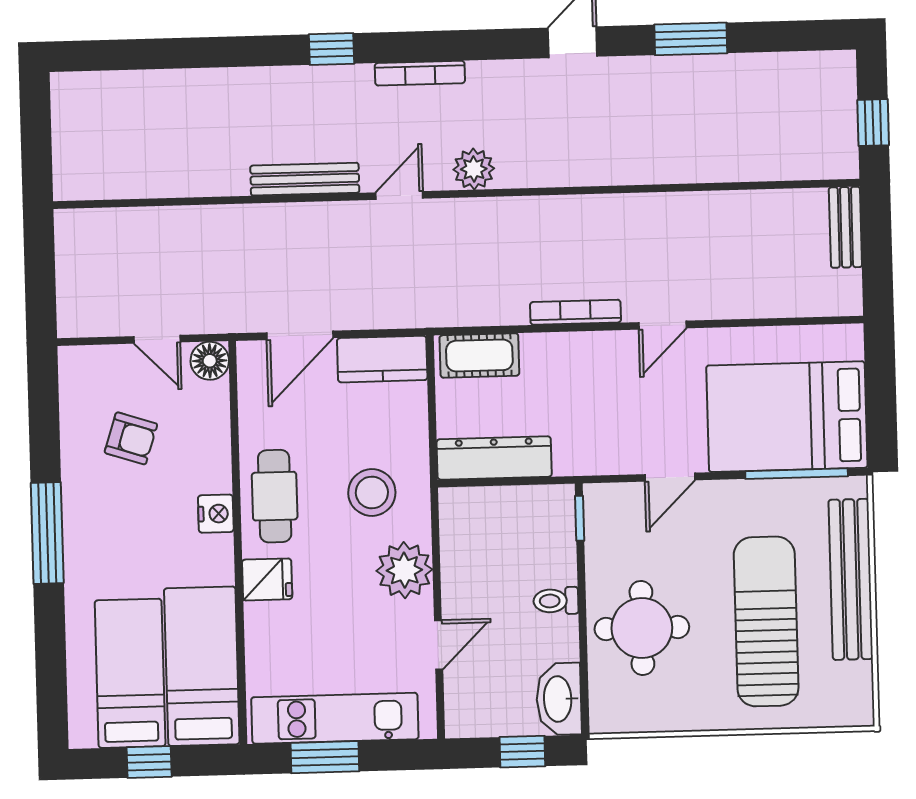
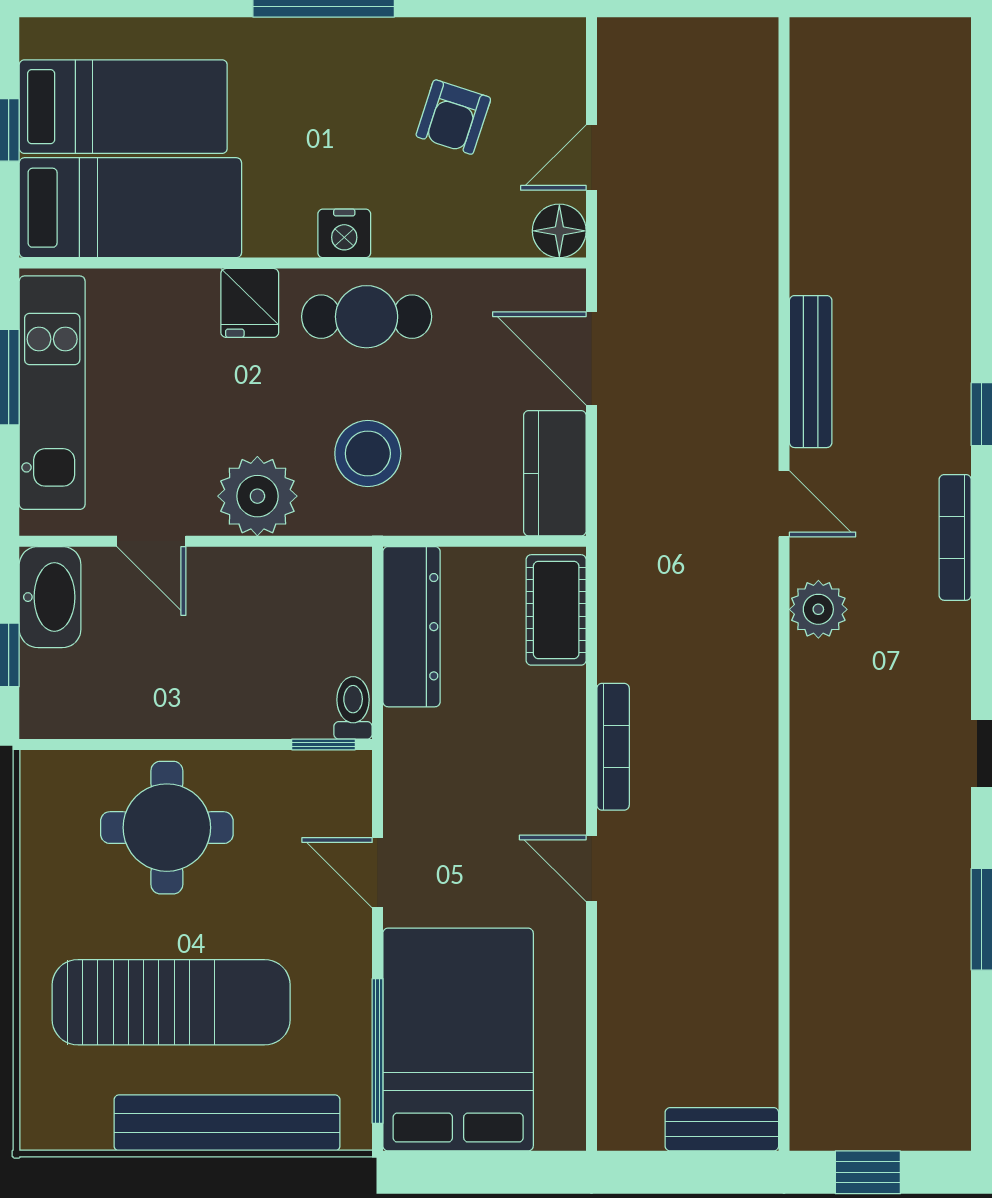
toilet: (556, 601) -> (353, 708), moved
washbasin: (559, 699) -> (50, 597), moved, turned 90

